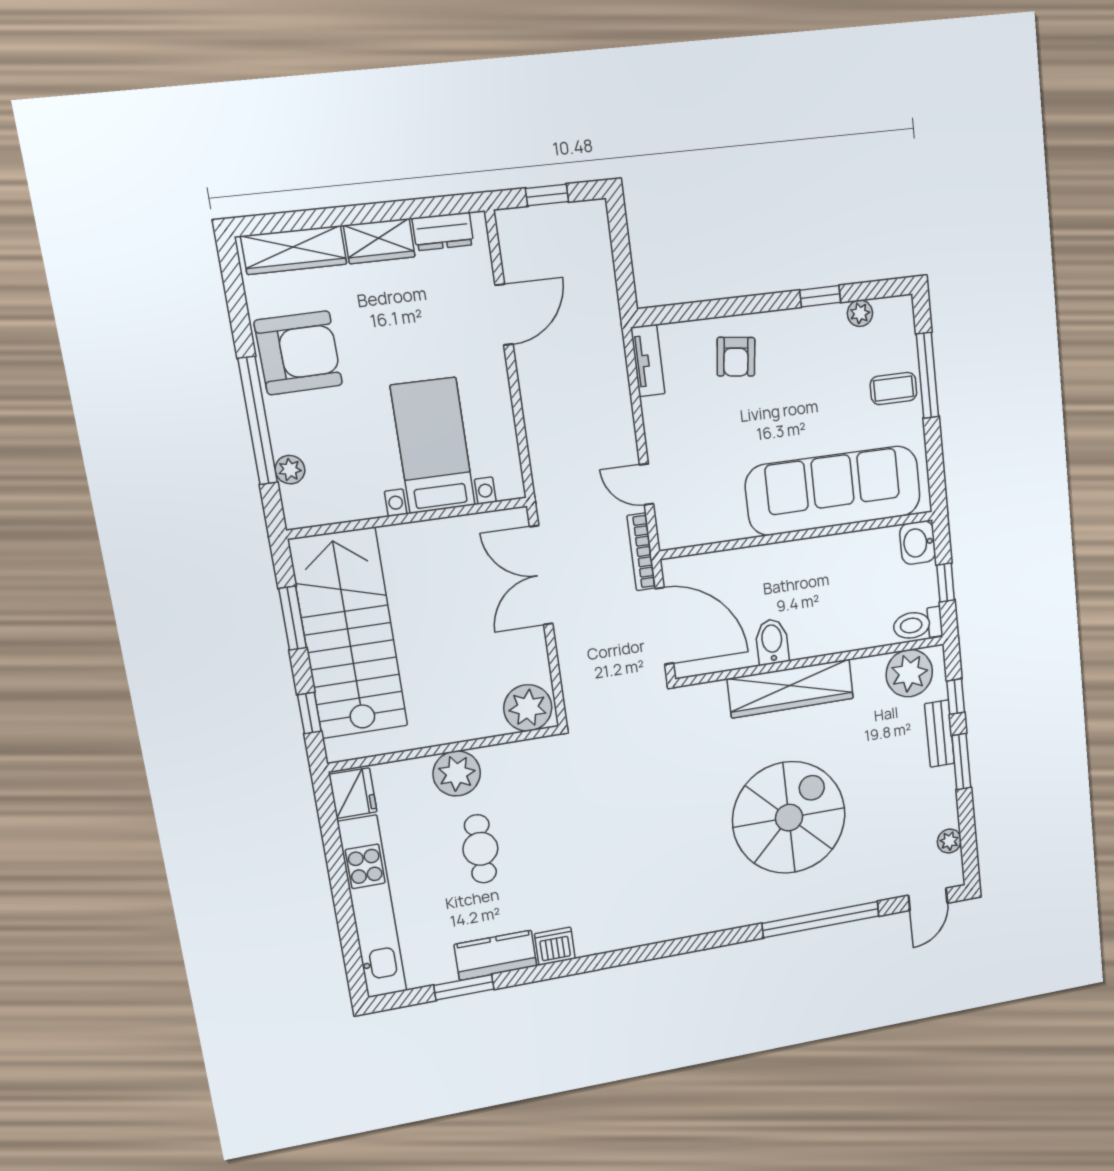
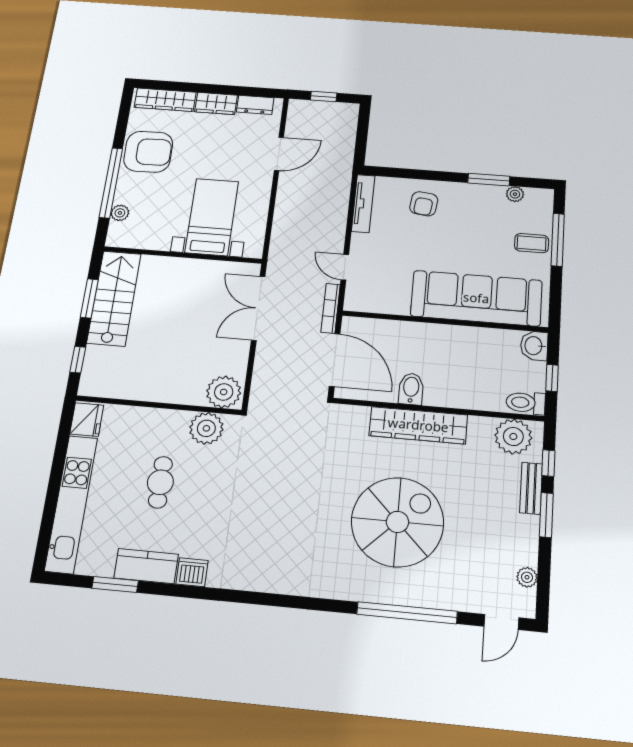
window: (820, 296) -> (489, 180), width x1.50
tv unit: (648, 361) -> (363, 204), width x1.41
stairs: (348, 634) -> (114, 298), width x0.73, depth x0.66
plant: (457, 773) -> (206, 428), moved

